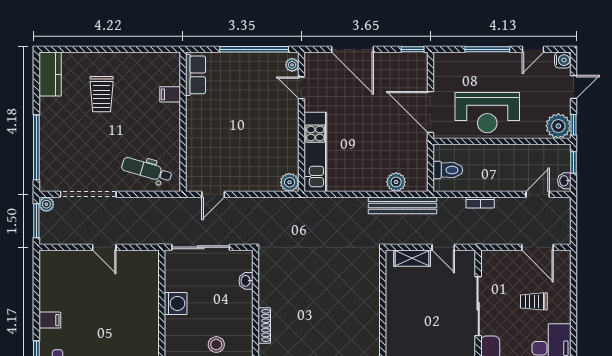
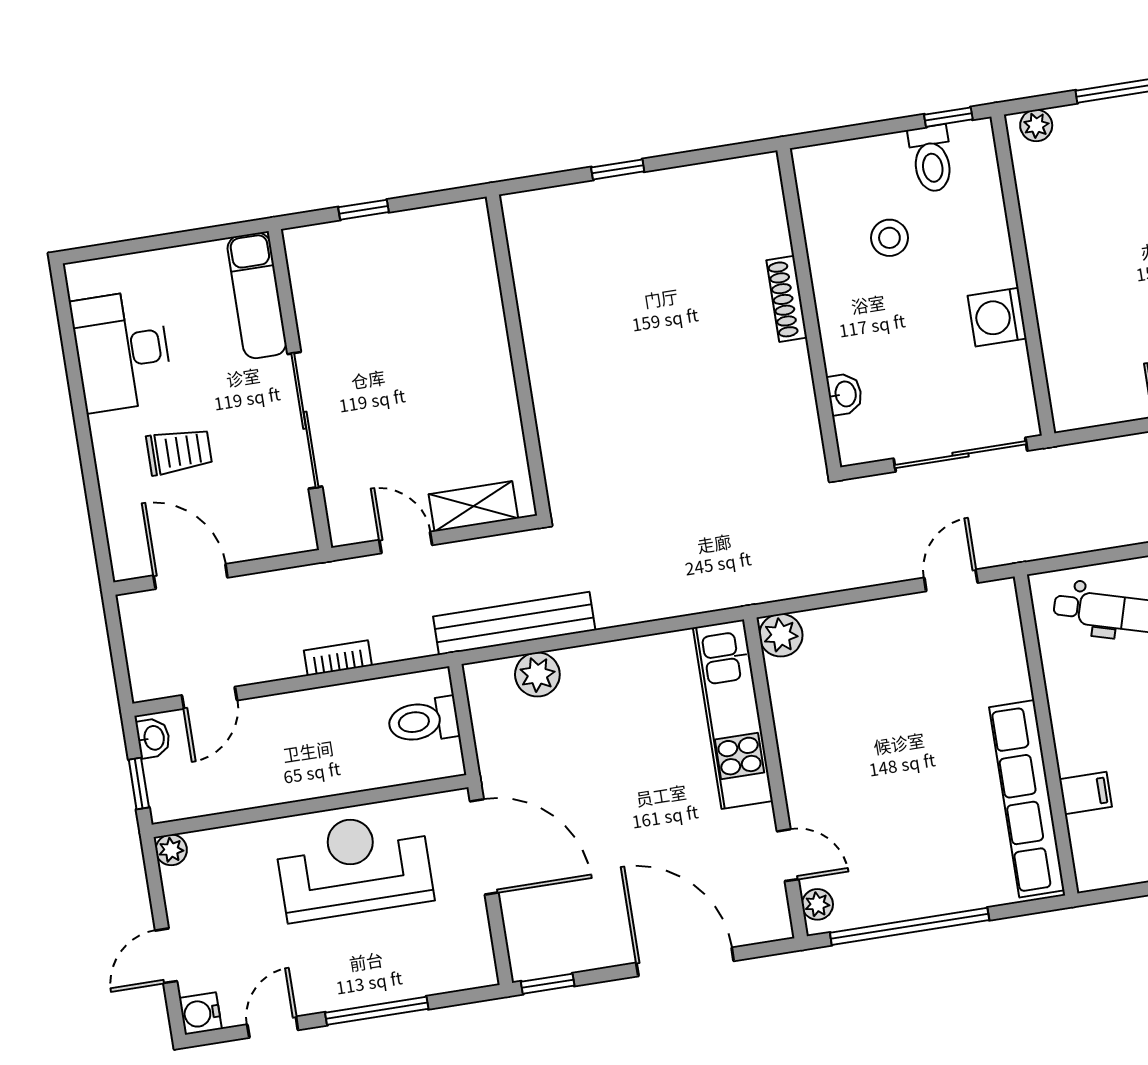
row of seats: (196, 75) -> (1027, 799), width x2.02
window: (574, 125) -> (152, 869), removed
plant: (558, 126) -> (171, 850), width x0.53, depth x0.53

